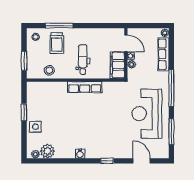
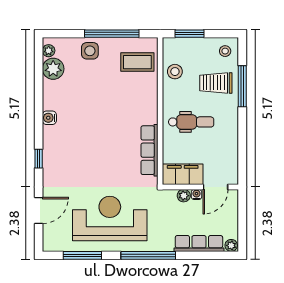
row of seats: (85, 87) -> (150, 150), moved
coffee table: (43, 95) -> (137, 62), added
window: (24, 112) -> (112, 34), width x2.11

